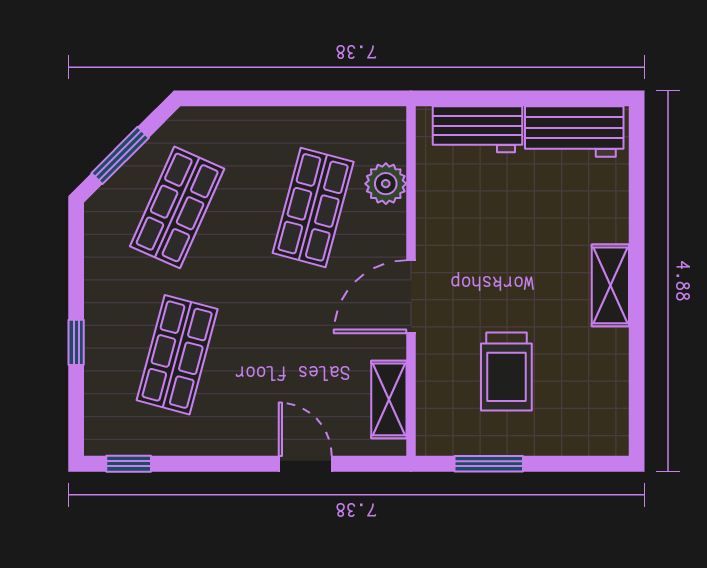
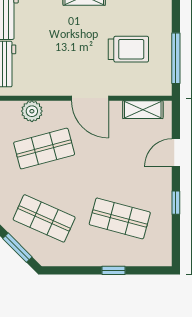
shop shelf: (313, 207) -> (44, 149), turned -30
window: (129, 464) -> (176, 203), moved
window: (489, 464) -> (176, 58), width x1.44

